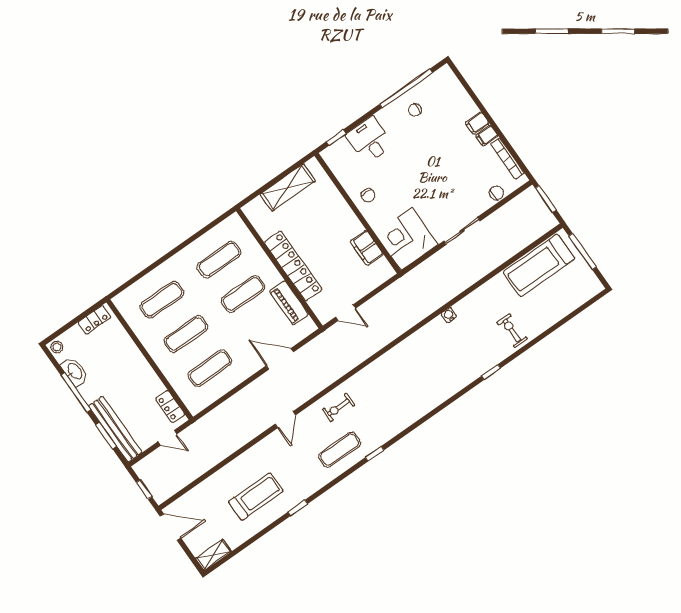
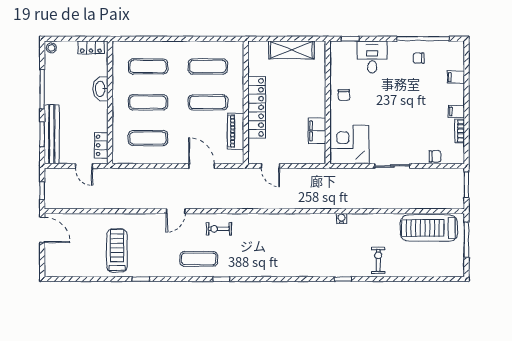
filing cabinet: (477, 123) -> (456, 77), moved
bookcase: (507, 159) -> (460, 131), width x0.64
washbasin: (75, 371) -> (101, 89), moved, turned 180
treadmill: (256, 497) -> (117, 251), turned -90
shelving: (213, 555) -> (59, 271), removed

